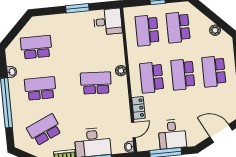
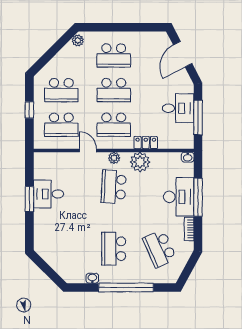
desk: (108, 22) -> (49, 194), moved, turned -90
plant: (215, 30) -> (78, 40), moved
school desk: (36, 47) -> (68, 249), removed
plant: (121, 71) -> (114, 158), moved
plant: (120, 104) -> (140, 162), added
door: (133, 130) -> (88, 150), moved

